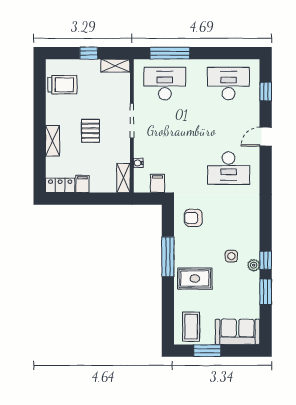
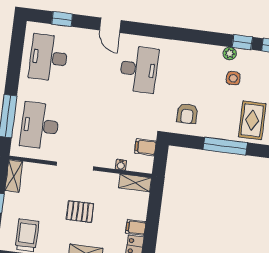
plant: (254, 265) -> (230, 53), moved

